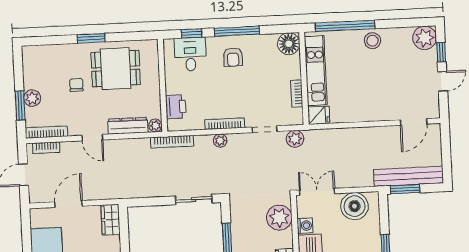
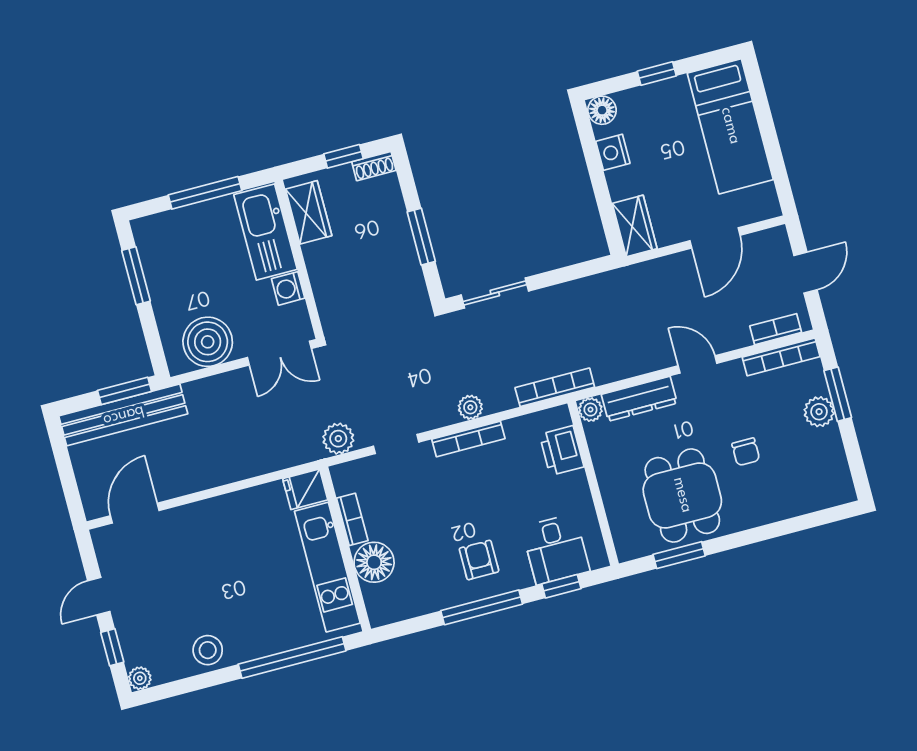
window: (91, 38) -> (679, 555), moved
plant: (425, 38) -> (140, 678), width x0.53, depth x0.53
stool: (372, 41) -> (208, 650), moved
floor lamp: (289, 44) -> (374, 562), moved
dining table: (116, 69) -> (682, 495), turned 90
plant: (279, 218) -> (336, 293), removed

